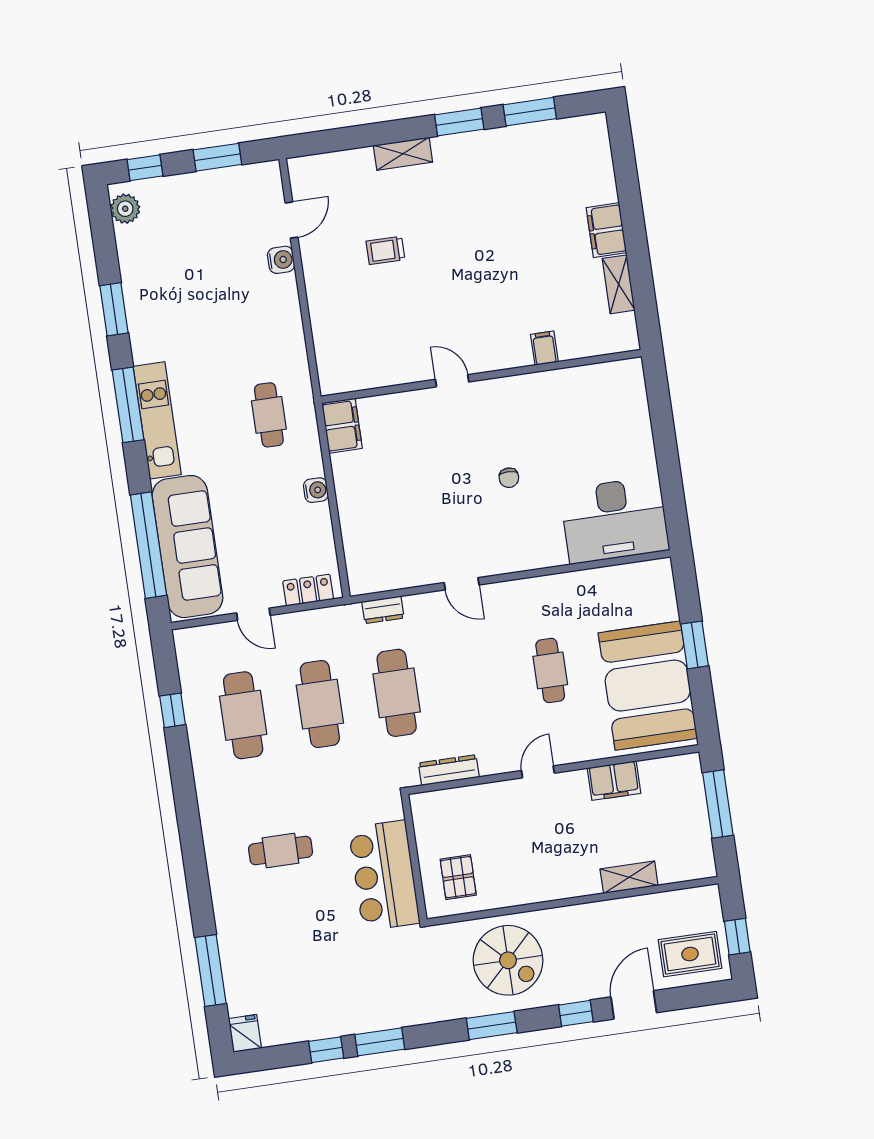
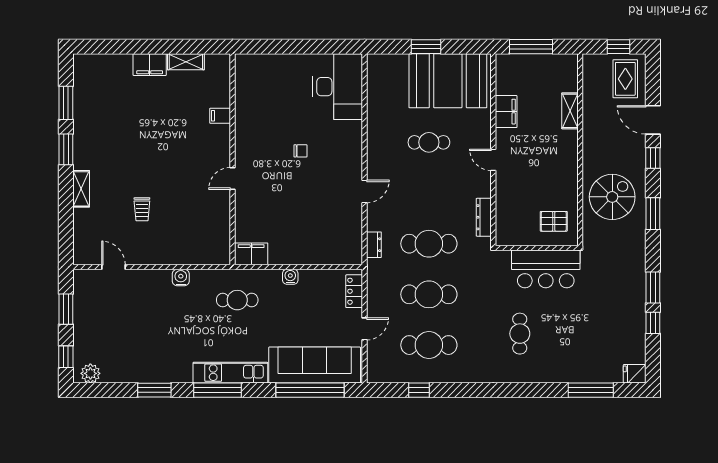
water cooler: (281, 260) -> (181, 278), moved

